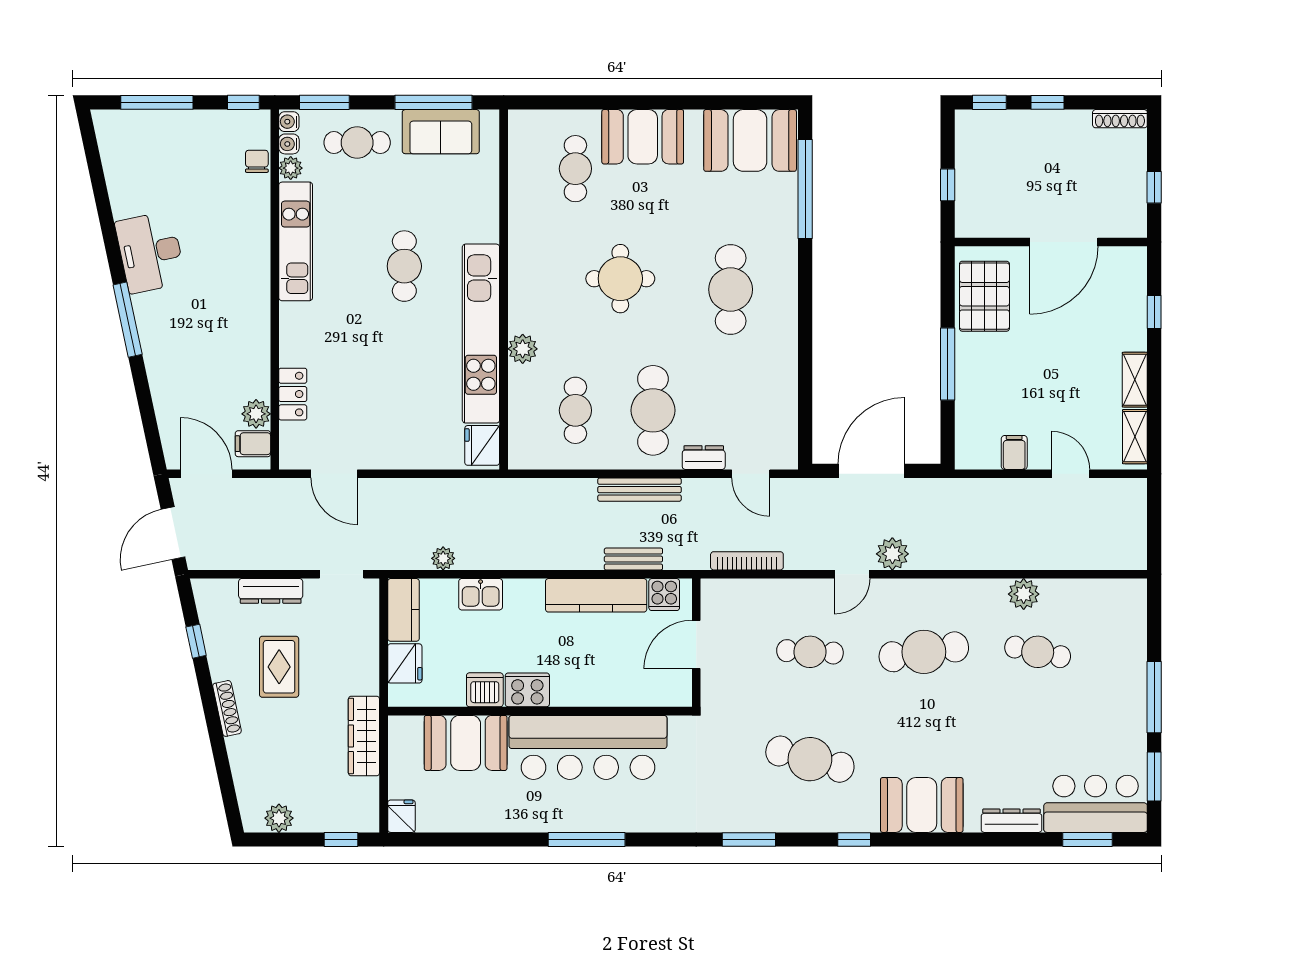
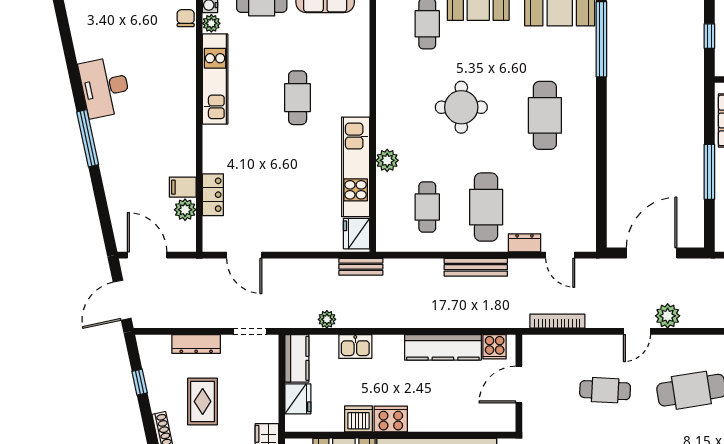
kitchen unit: (481, 334) -> (356, 167), width x0.73
filing cabinet: (253, 444) -> (183, 187), moved
bench: (633, 559) -> (361, 267), moved

